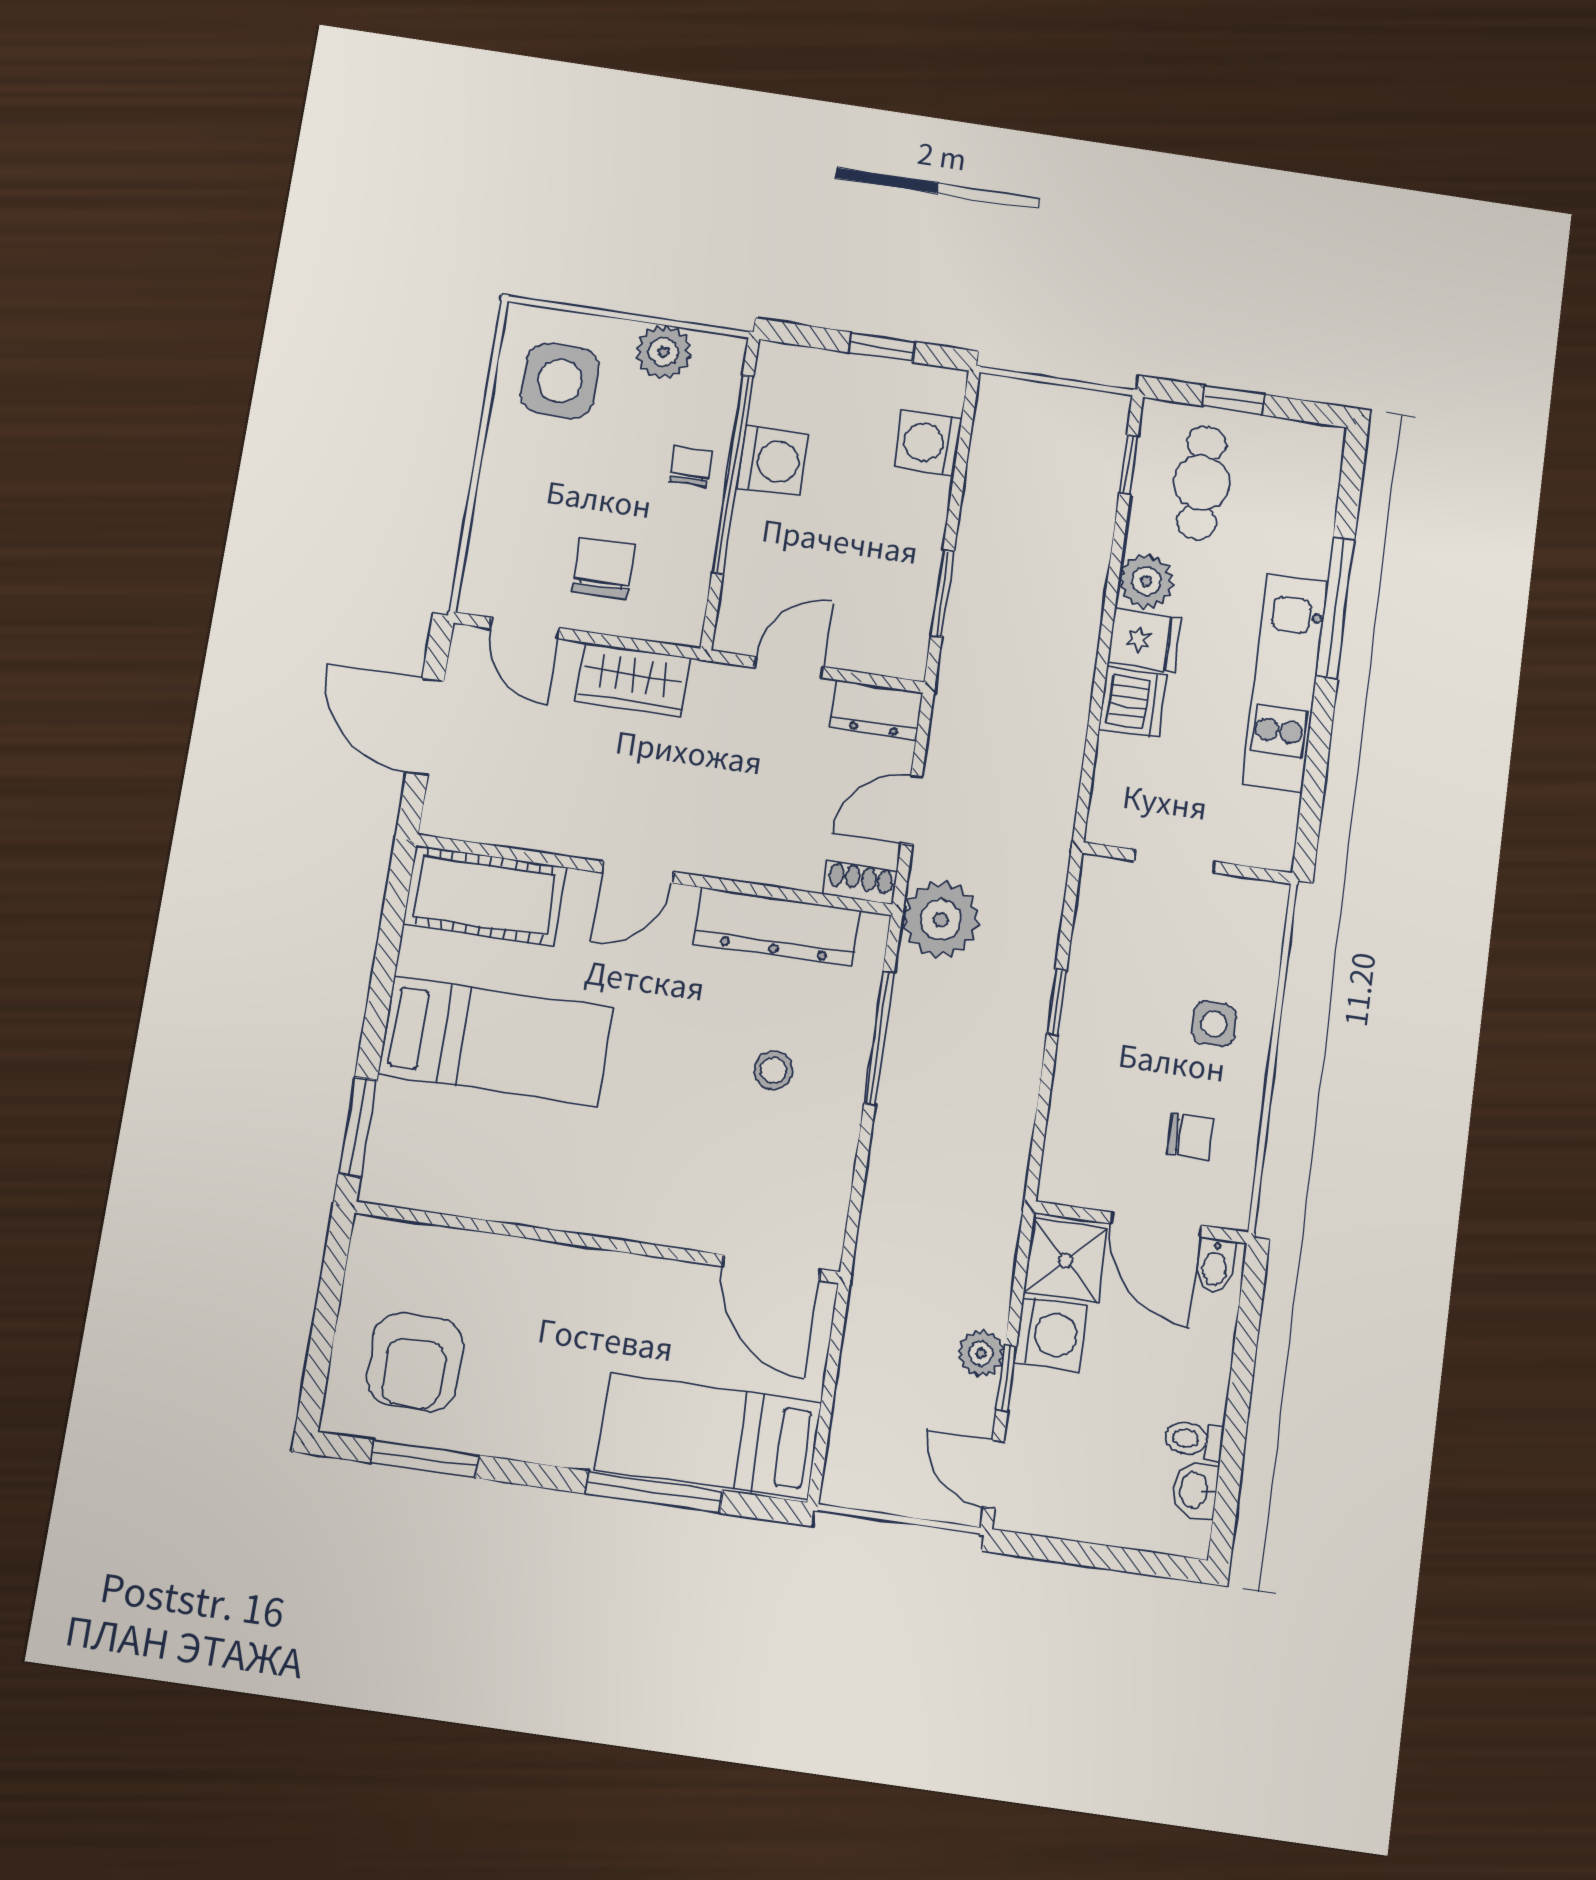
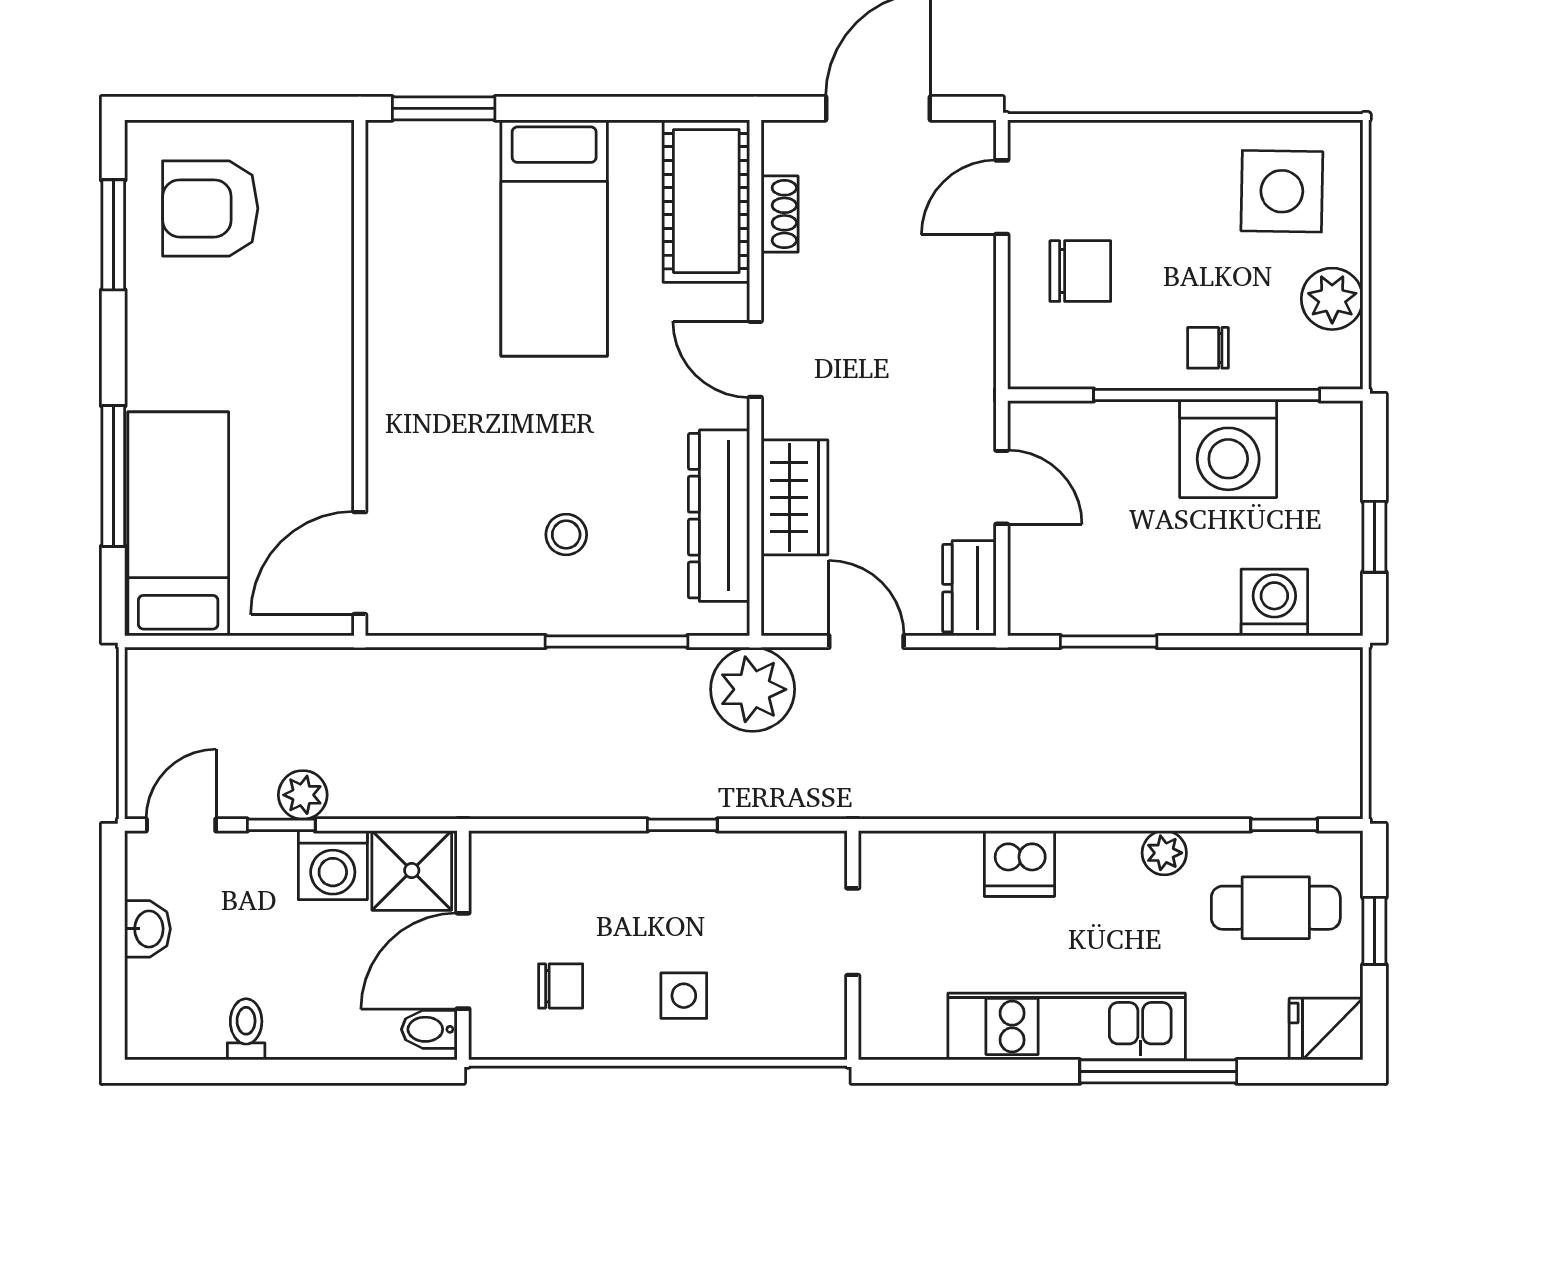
washing machine: (773, 461) -> (1228, 449), width x1.37, depth x1.37
chair: (691, 466) -> (1208, 348), turned 180
plant: (1146, 581) -> (1164, 853), width x0.73, depth x0.73
fridge: (1144, 640) -> (1326, 1029), moved, turned 90
wardrobe: (633, 680) -> (794, 497), moved, turned 180
shoe rack: (860, 883) -> (780, 214), moved
chair: (1190, 1137) -> (561, 986), turned -90
washbasin: (1195, 1490) -> (148, 929), moved, turned 90

